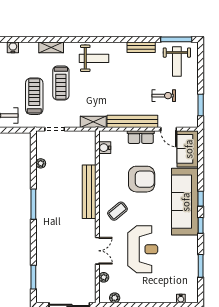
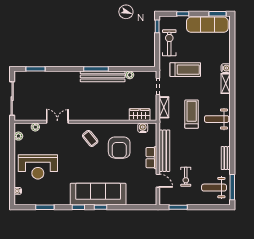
water cooler: (13, 47) -> (226, 68), moved
weight bench: (94, 58) -> (217, 119), turned 90
treadmill: (61, 83) -> (192, 114), moved, turned 90
shelving: (93, 122) -> (164, 107), moved
door: (169, 129) -> (158, 181), swing flipped
sofa: (188, 149) -> (142, 197), removed
wardrobe: (89, 151) -> (140, 115), added
armchair: (142, 179) -> (119, 148), moved
bench: (89, 192) -> (103, 76), moved
reception desk: (143, 249) -> (38, 167), moved
double door: (97, 251) -> (57, 122), swing flipped

